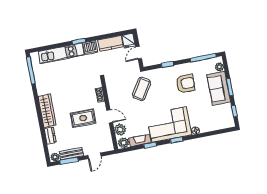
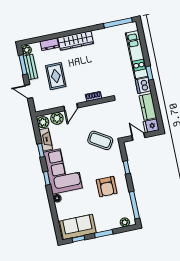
sofa: (219, 88) -> (78, 227), moved
rug: (83, 118) -> (56, 76), moved

